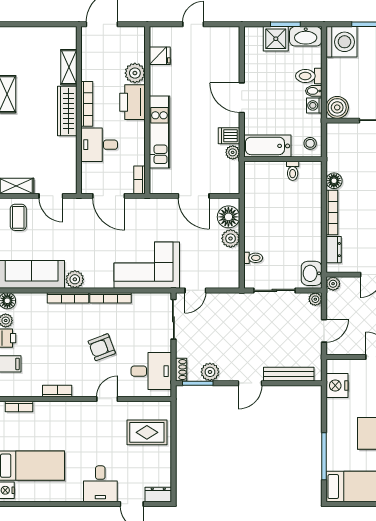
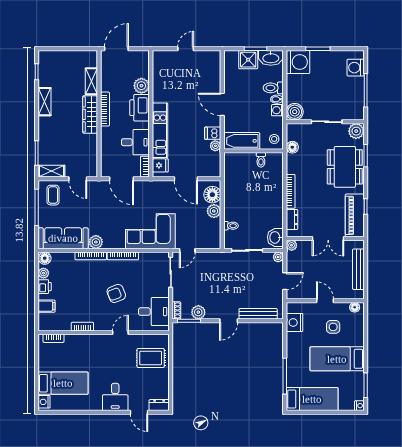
fridge: (160, 56) -> (160, 165), moved
desk: (99, 145) -> (135, 142), moved, turned 180
floor lamp: (334, 181) -> (292, 147), moved

